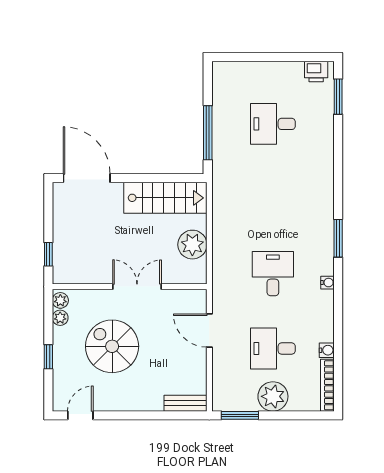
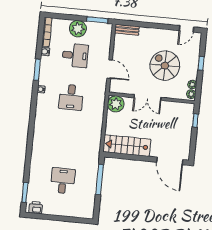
desk: (273, 124) -> (63, 181), turned -90
window: (338, 238) -> (37, 70), moved
plant: (192, 245) -> (116, 104), moved
spiral stairs: (112, 346) -> (165, 66), turned 180

